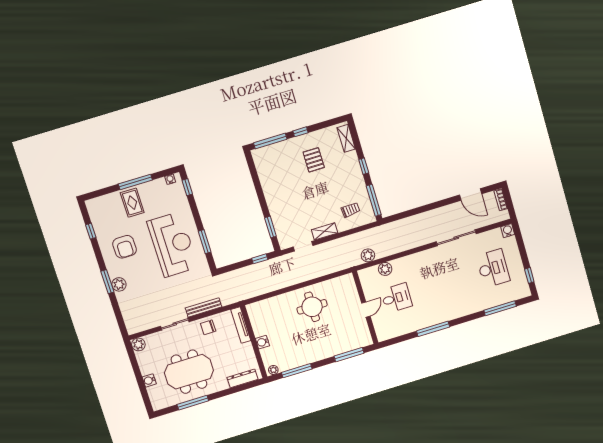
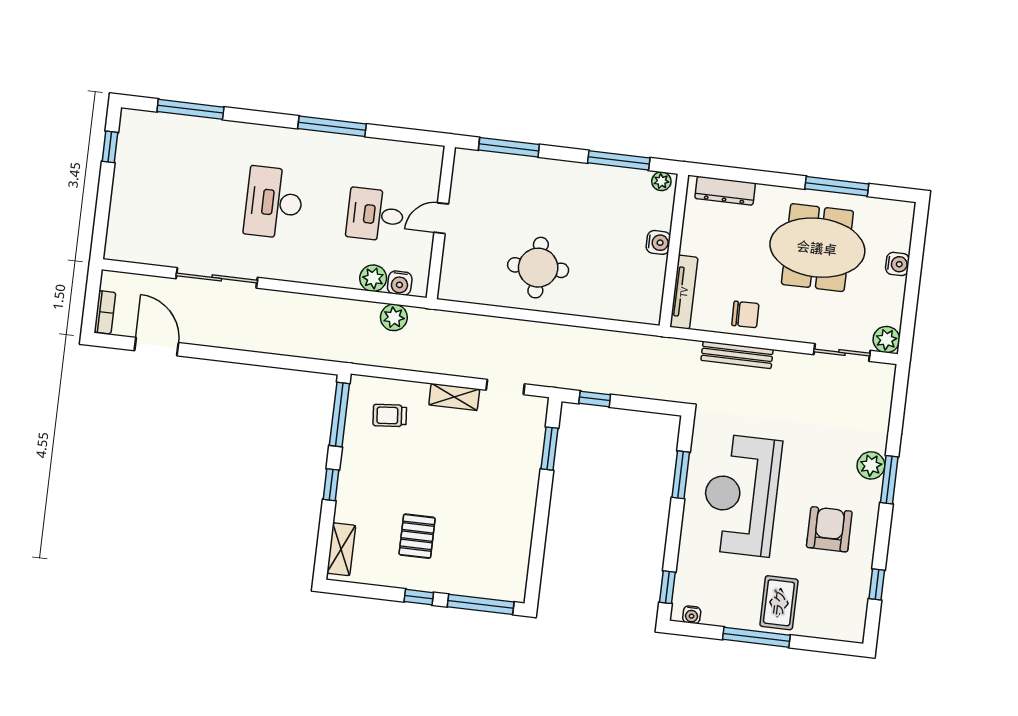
water cooler: (508, 231) -> (400, 283), moved
desk: (493, 268) -> (274, 203), moved
sliding door: (175, 324) -> (842, 352), moved

